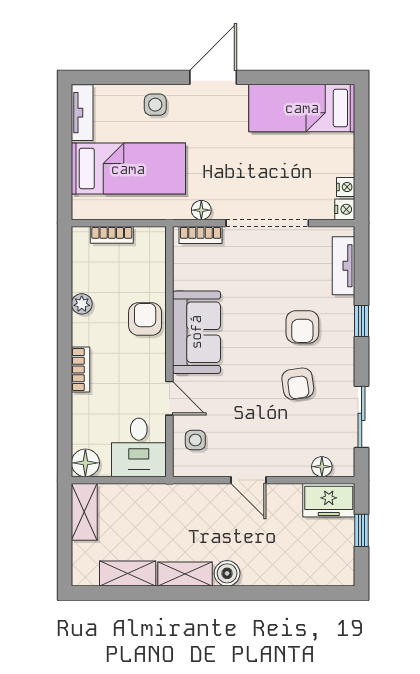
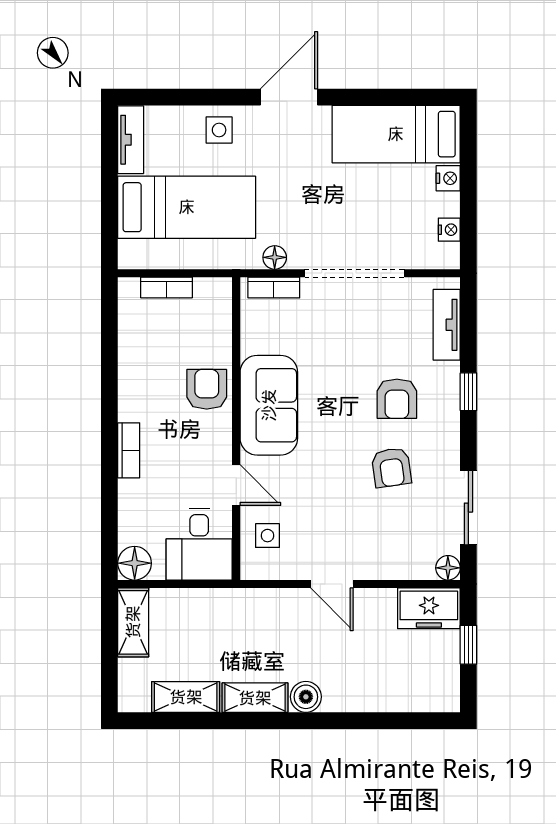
nightstand: (345, 209) -> (448, 178), moved
plant: (82, 304) -> (130, 371), removed
floor lamp: (322, 467) -> (448, 568), moved

